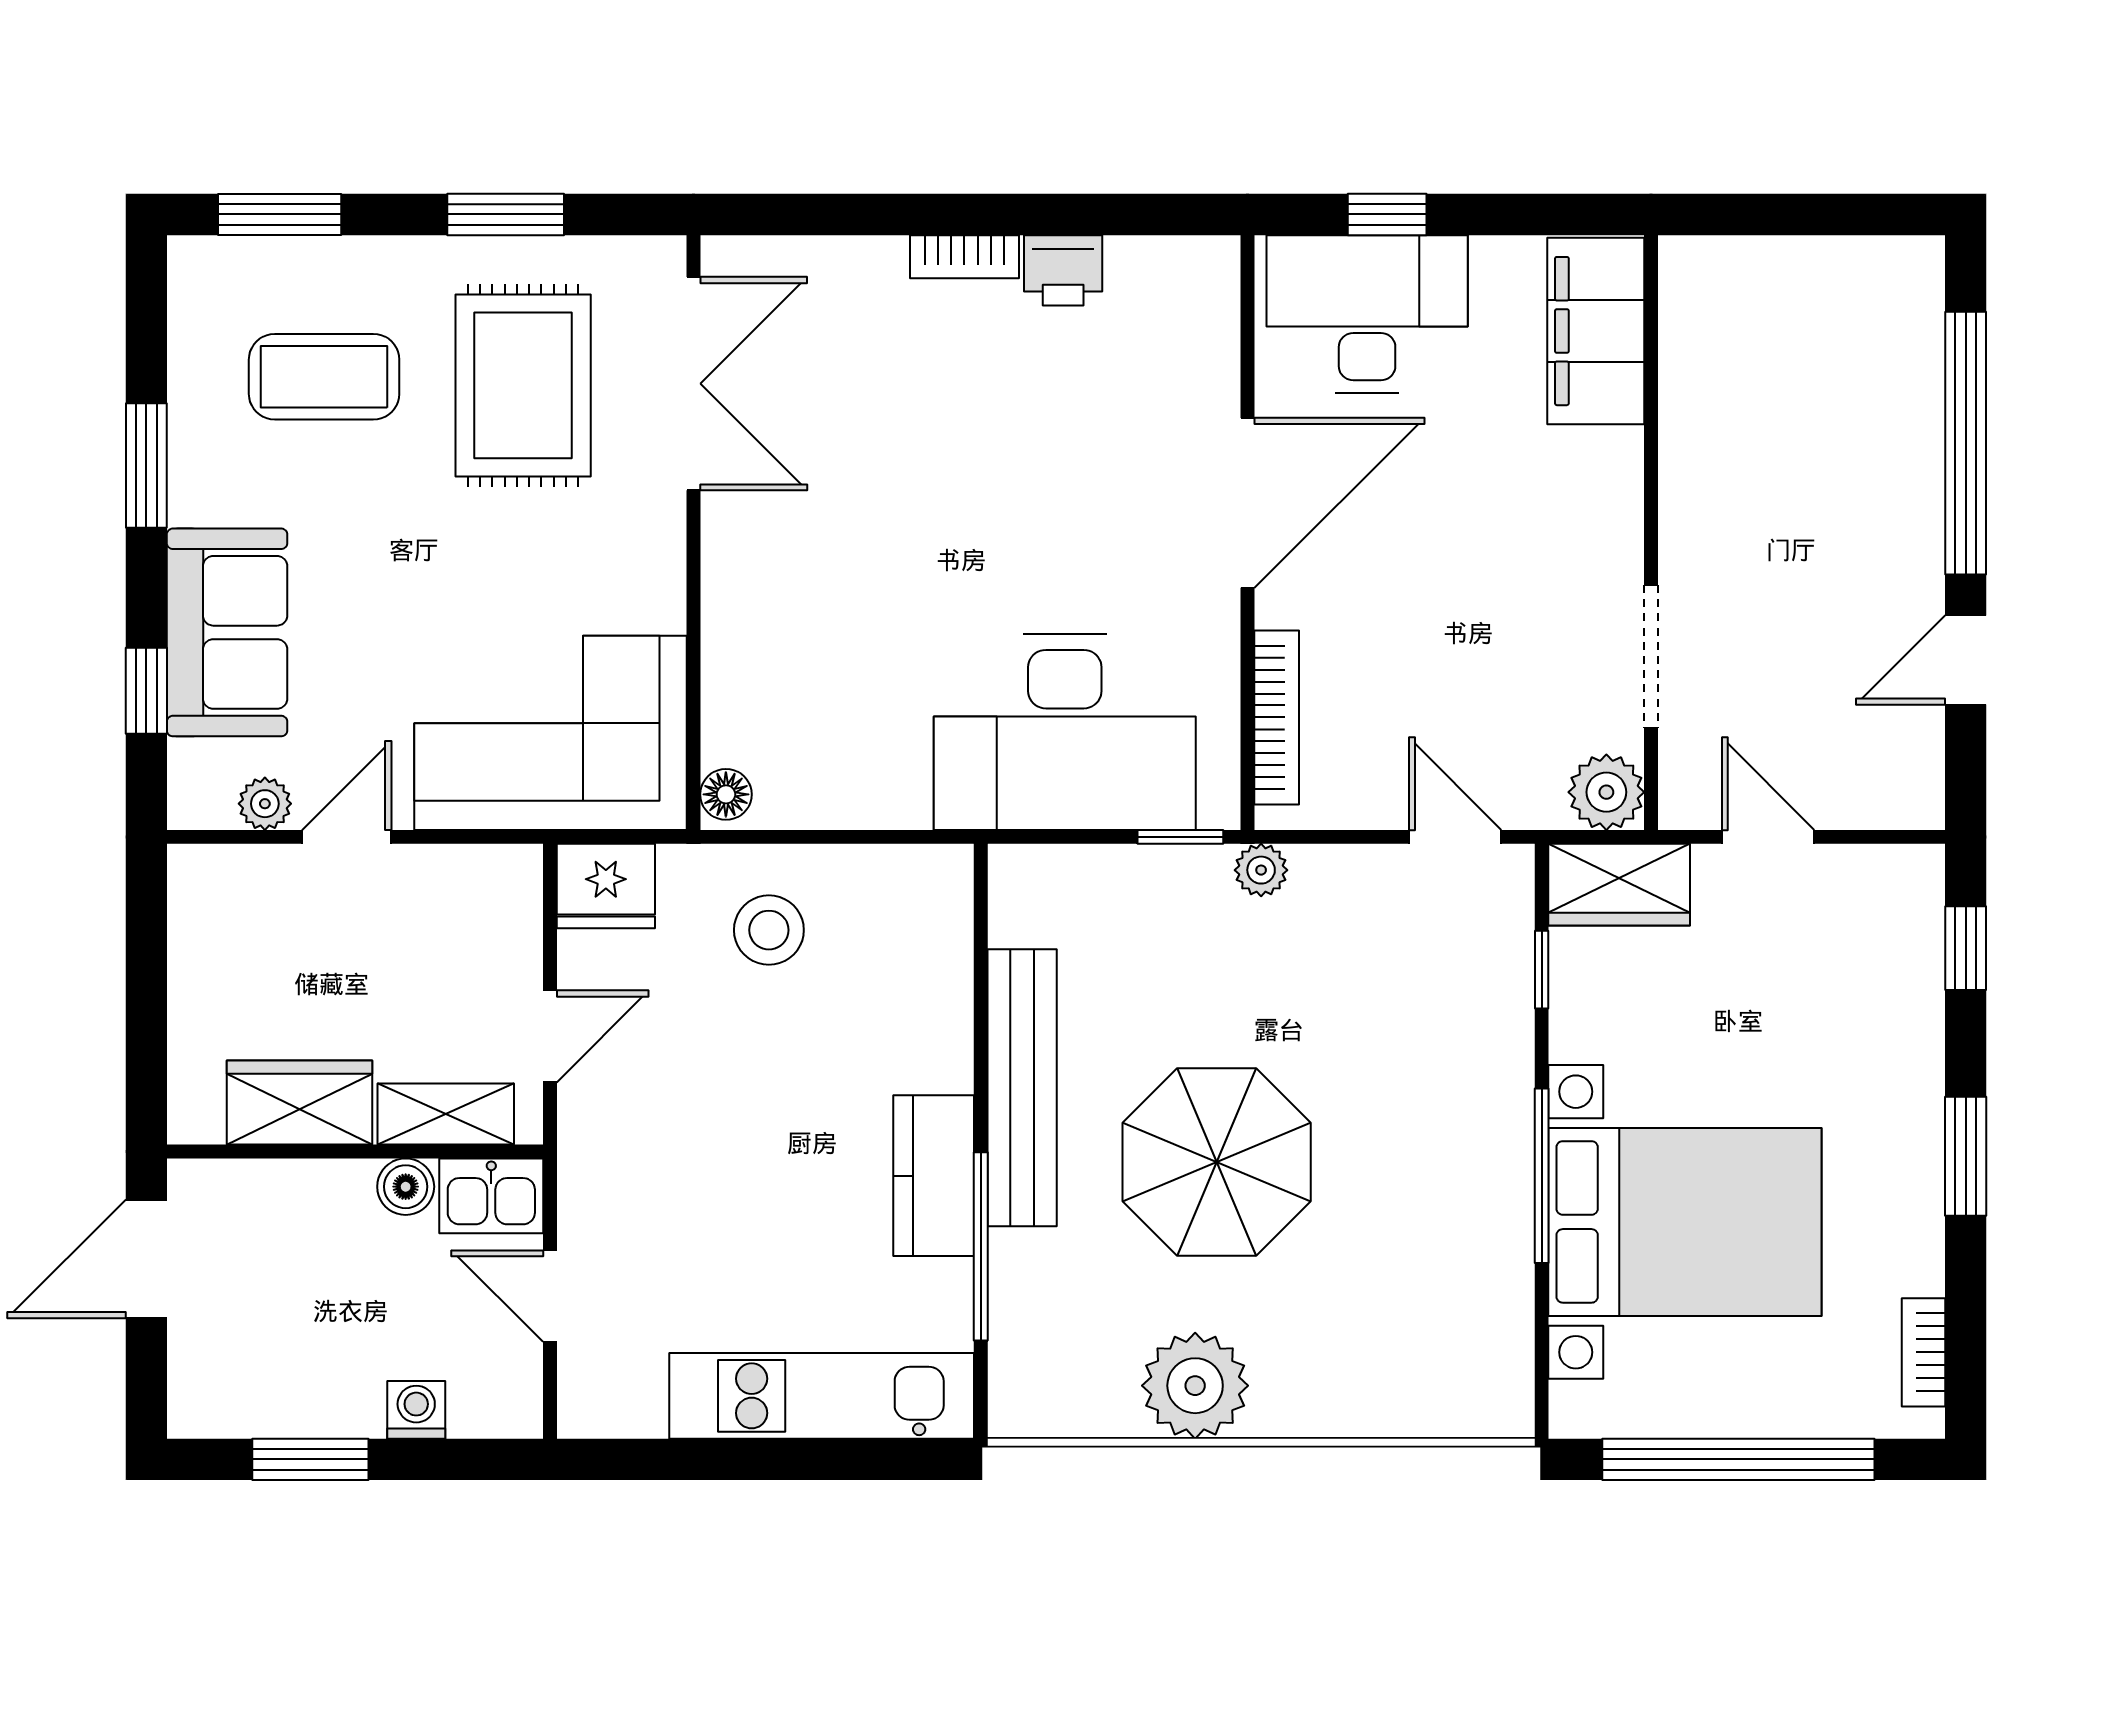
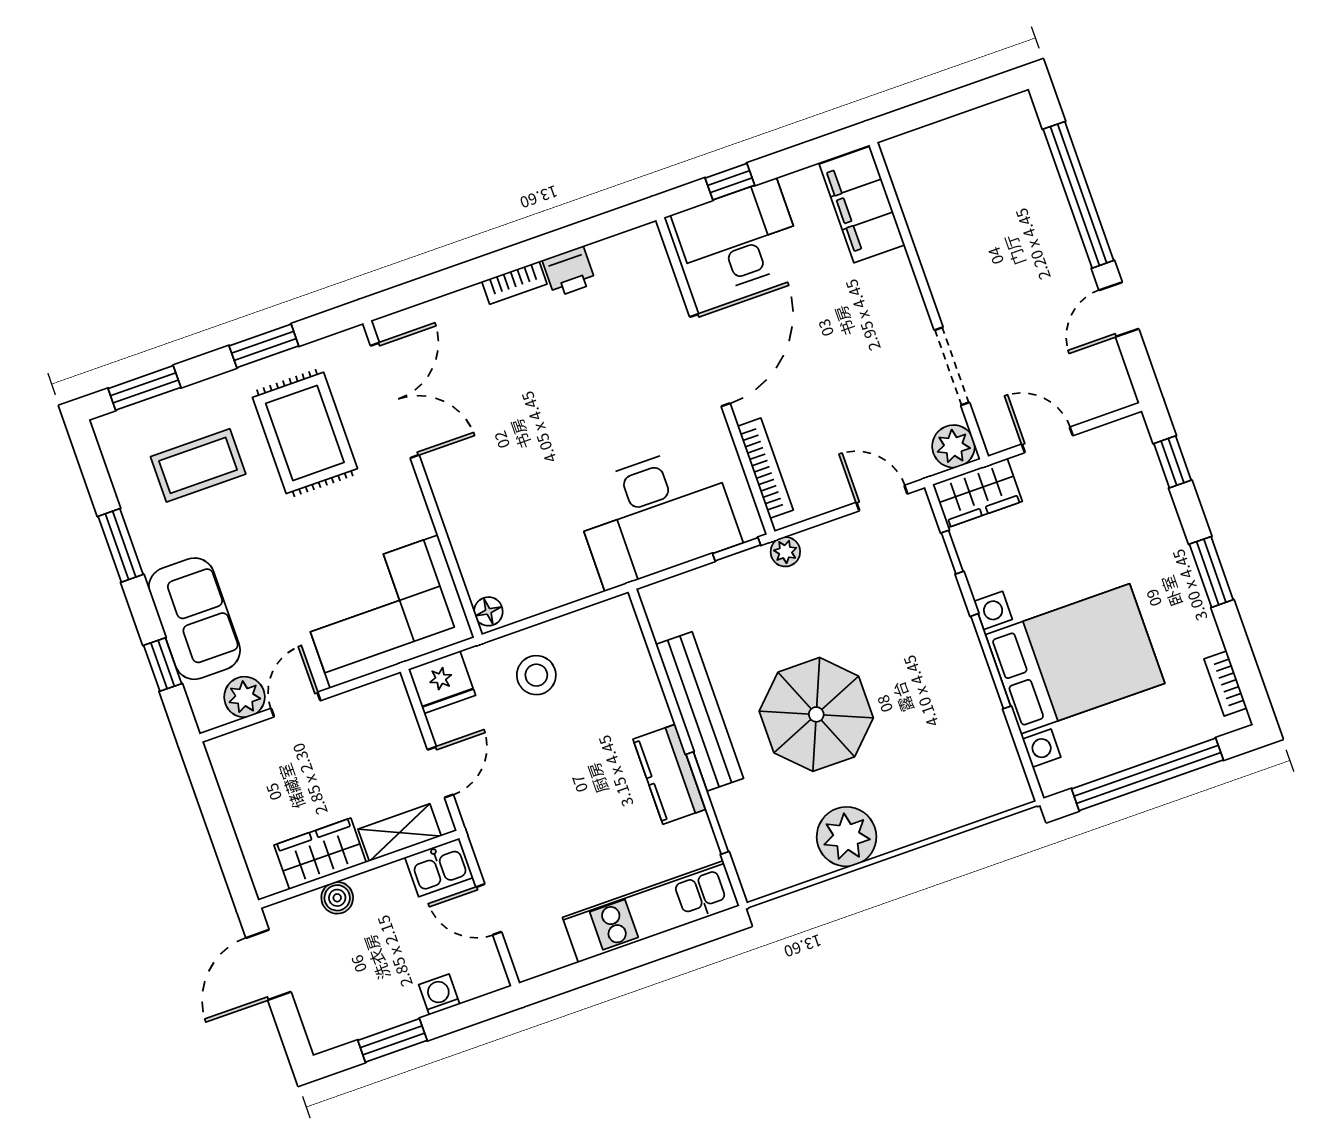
plant: (265, 804) -> (244, 697), width x1.38, depth x1.38
boiler: (406, 1187) -> (337, 898), moved

